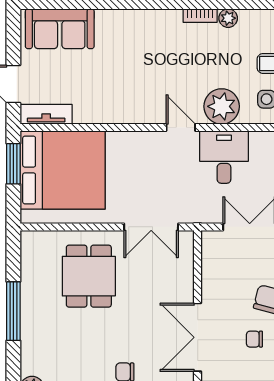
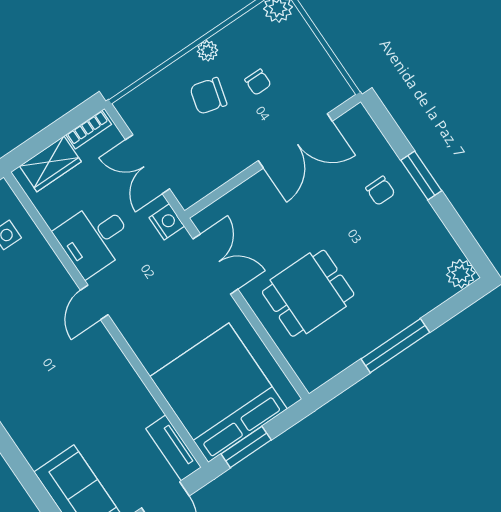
plant: (222, 106) -> (45, 275), removed
nightstand: (202, 213) -> (167, 222), added

